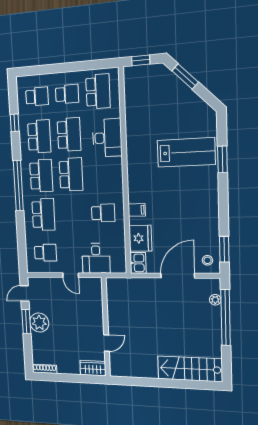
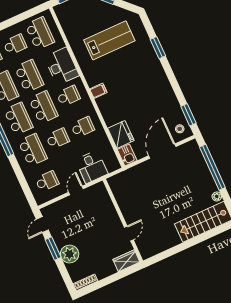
lab bench: (186, 152) -> (109, 40), moved
school desk: (101, 173) -> (68, 96), added
filing cabinet: (137, 210) -> (98, 91), moved
school desk: (73, 214) -> (58, 139), added
door: (71, 275) -> (76, 190), swing flipped
plant: (215, 300) -> (217, 197), moved
plant: (39, 323) -> (70, 254), moved

